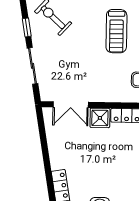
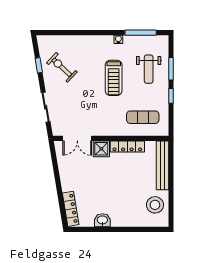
window: (27, 27) -> (39, 65), moved

